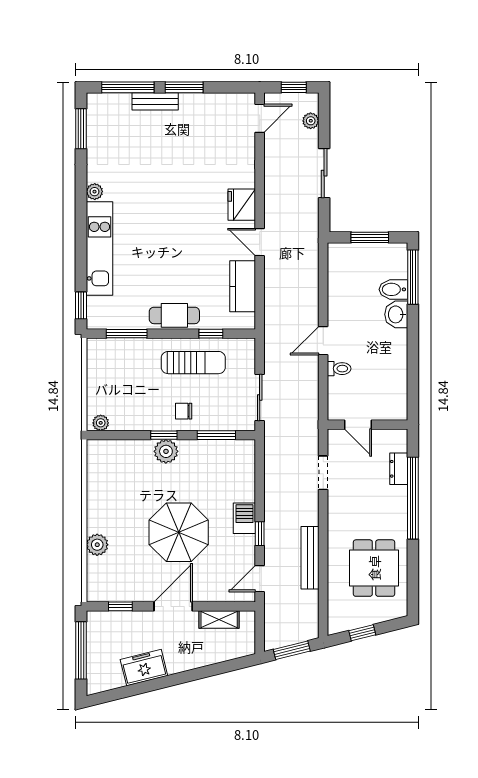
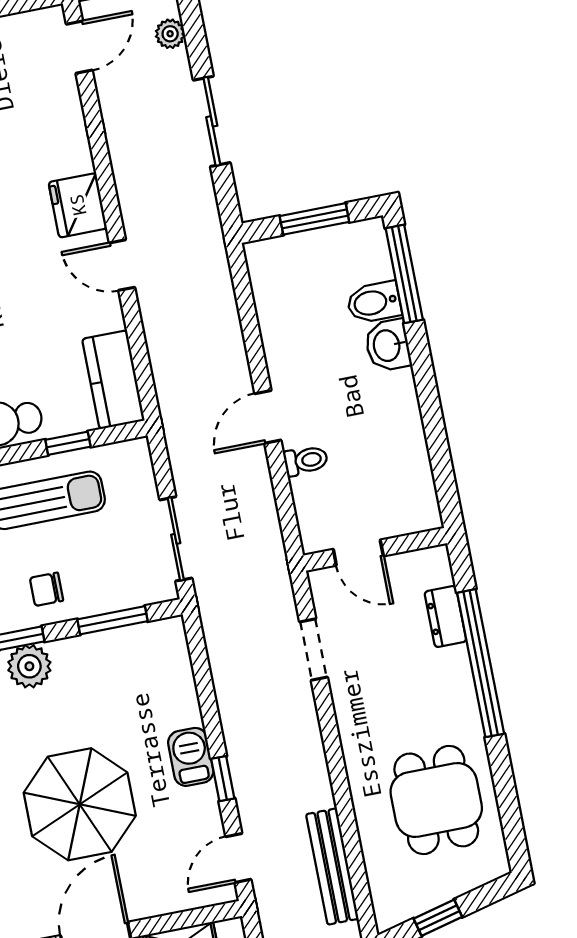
kitchen counter: (243, 286) -> (113, 380), moved
bench: (310, 558) -> (332, 866), moved

